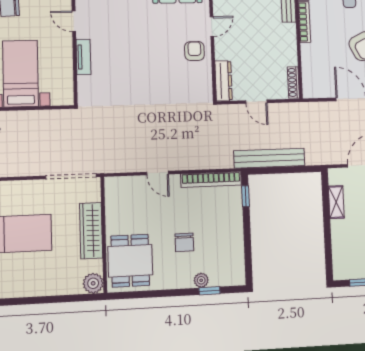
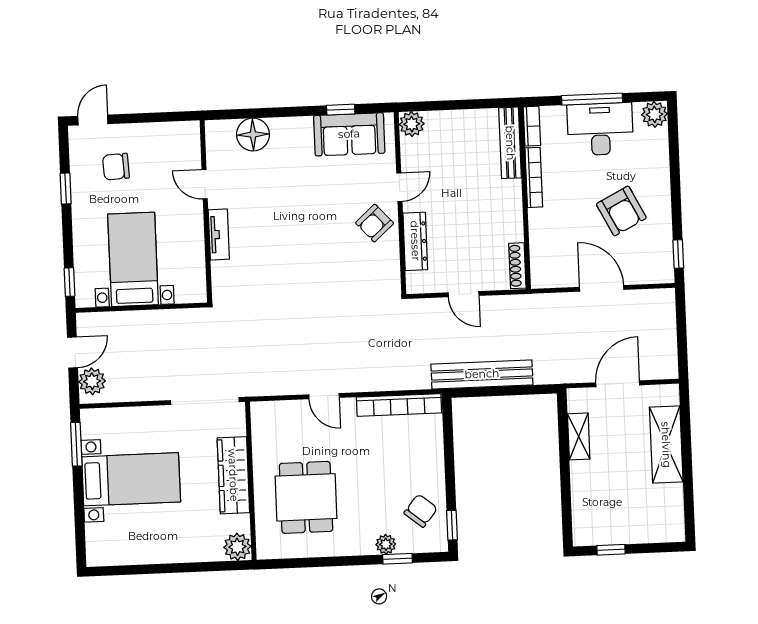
armchair: (194, 51) -> (375, 223), turned -132
dresser: (223, 81) -> (415, 241), moved
window: (245, 196) -> (452, 525), moved
chair: (184, 242) -> (421, 511), moved, turned -141
dining table: (130, 261) -> (306, 497), moved

